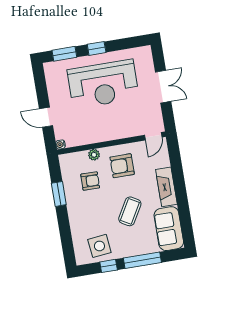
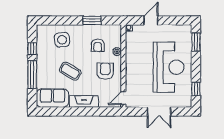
window: (97, 48) -> (196, 89), moved
reception desk: (103, 84) -> (168, 67), turned 180
door: (153, 136) -> (123, 98), hinge flipped
side table: (99, 246) -> (62, 40), moved

